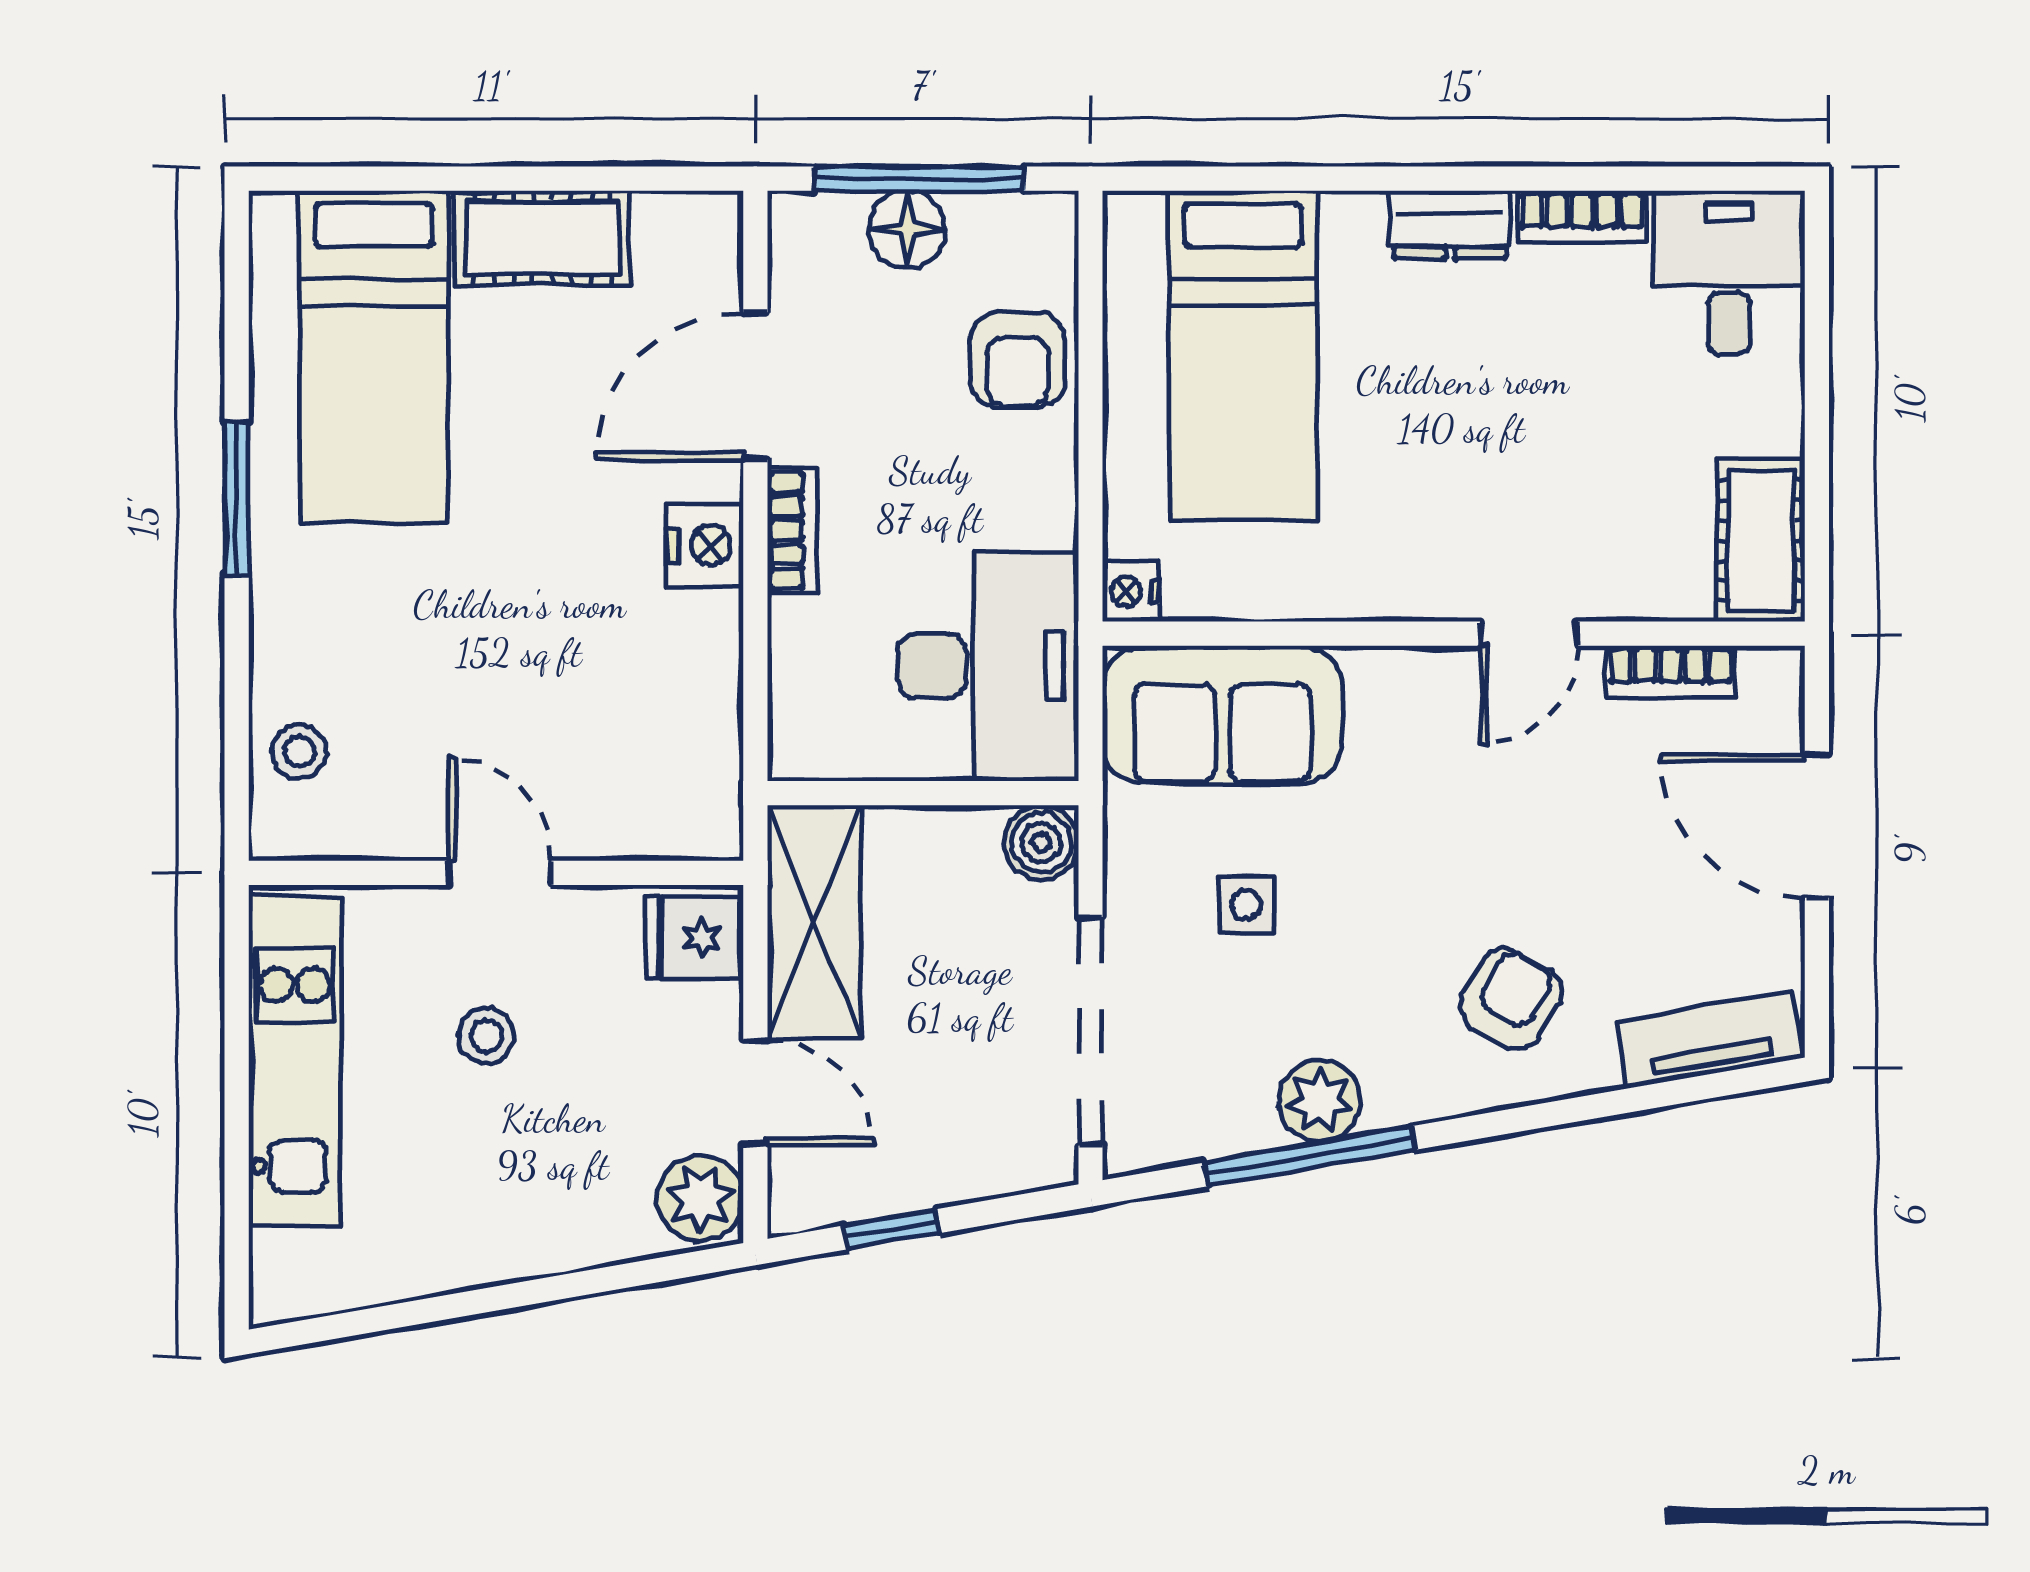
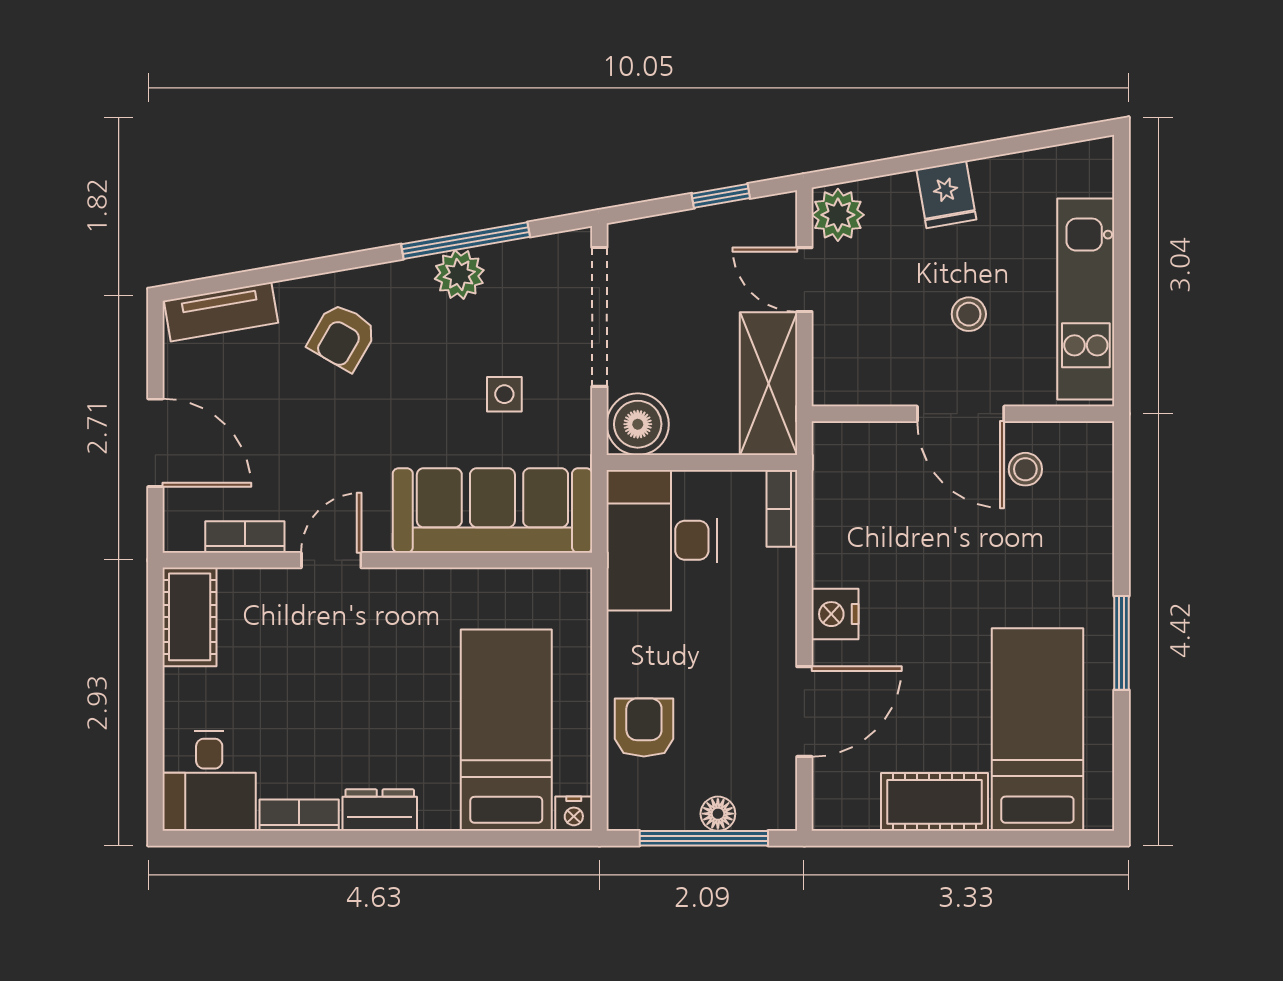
floor lamp: (907, 229) -> (718, 814), width x0.73, depth x0.73
bookcase: (792, 530) -> (782, 509), moved
nightstand: (1131, 592) -> (574, 814), moved, turned 90
sofa: (1222, 715) -> (492, 510), width x1.36
stool: (299, 752) -> (1025, 469), moved
boiler: (1041, 842) -> (638, 424), width x1.36, depth x1.36
door: (500, 873) -> (961, 414), width x1.38
fridge: (694, 938) -> (946, 194), moved, turned 80

